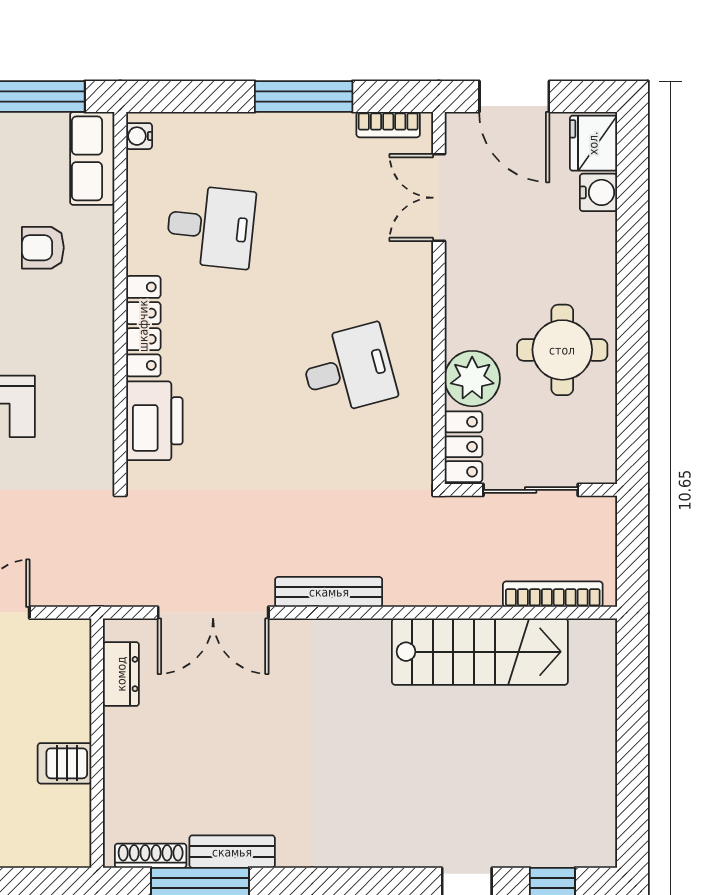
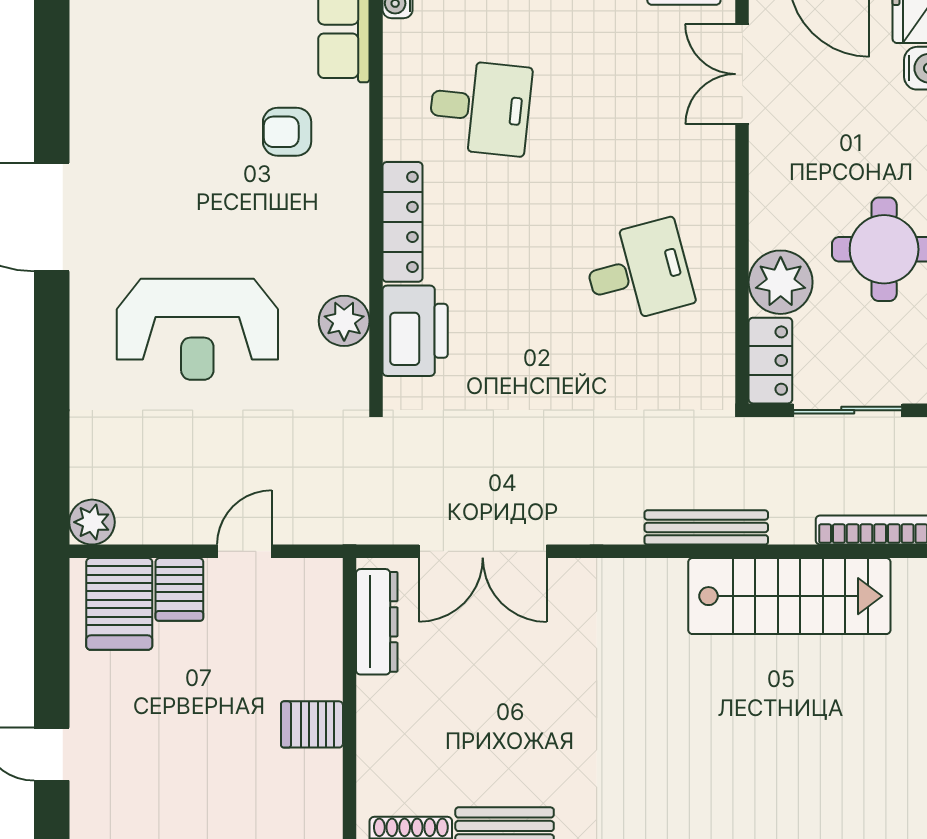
plant: (92, 412) -> (344, 321), added
bench: (329, 592) -> (706, 527), moved
dresser: (121, 674) -> (377, 622), width x1.44

